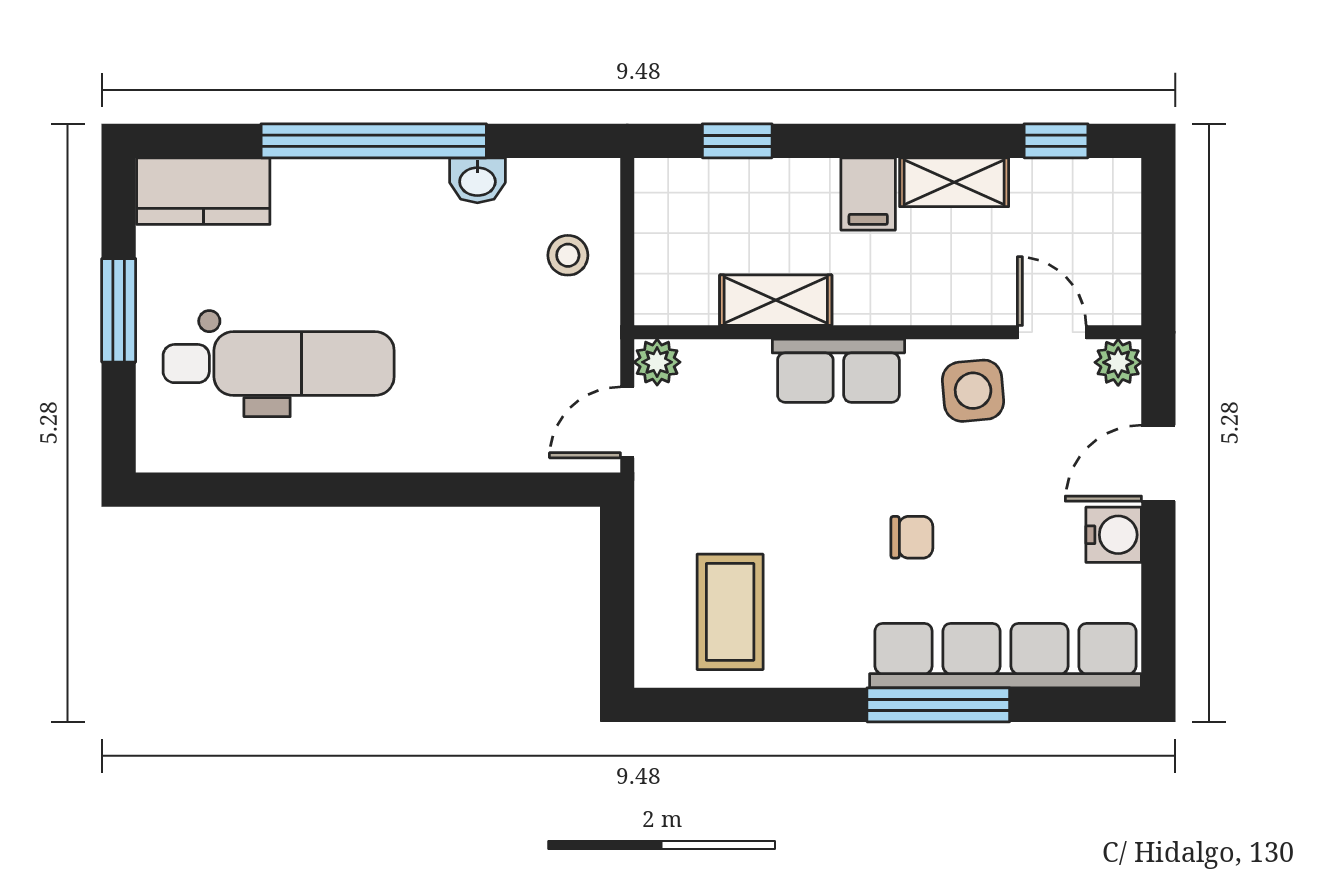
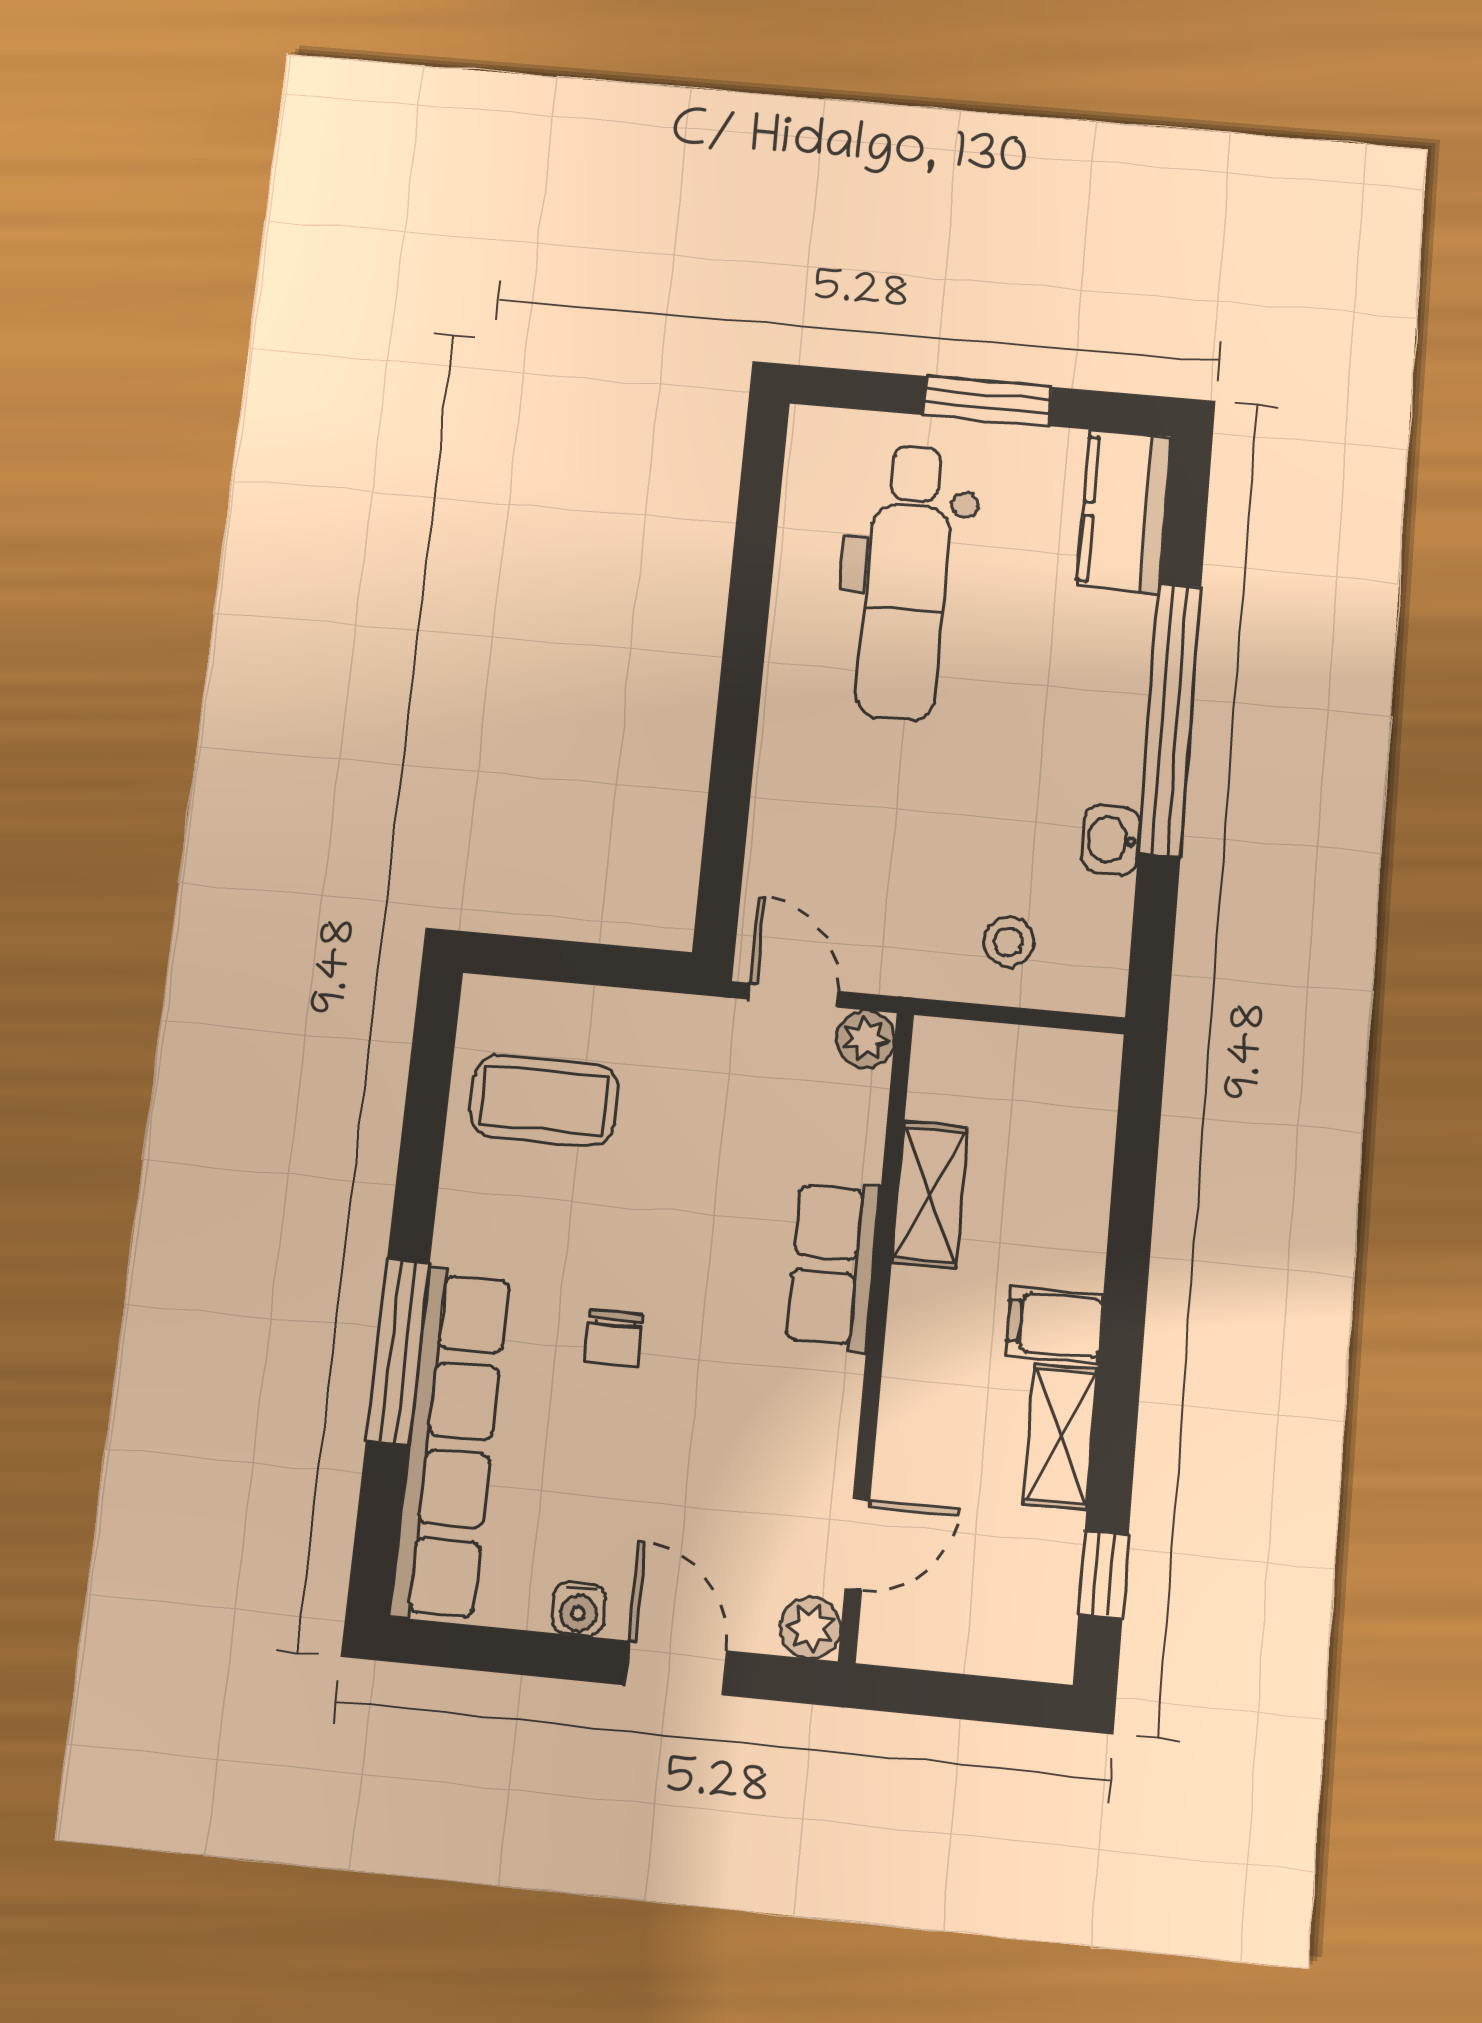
window: (737, 141) -> (1135, 1165), removed
side table: (973, 391) -> (792, 1435), removed
water cooler: (1114, 535) -> (579, 1609), width x0.72, depth x0.72

